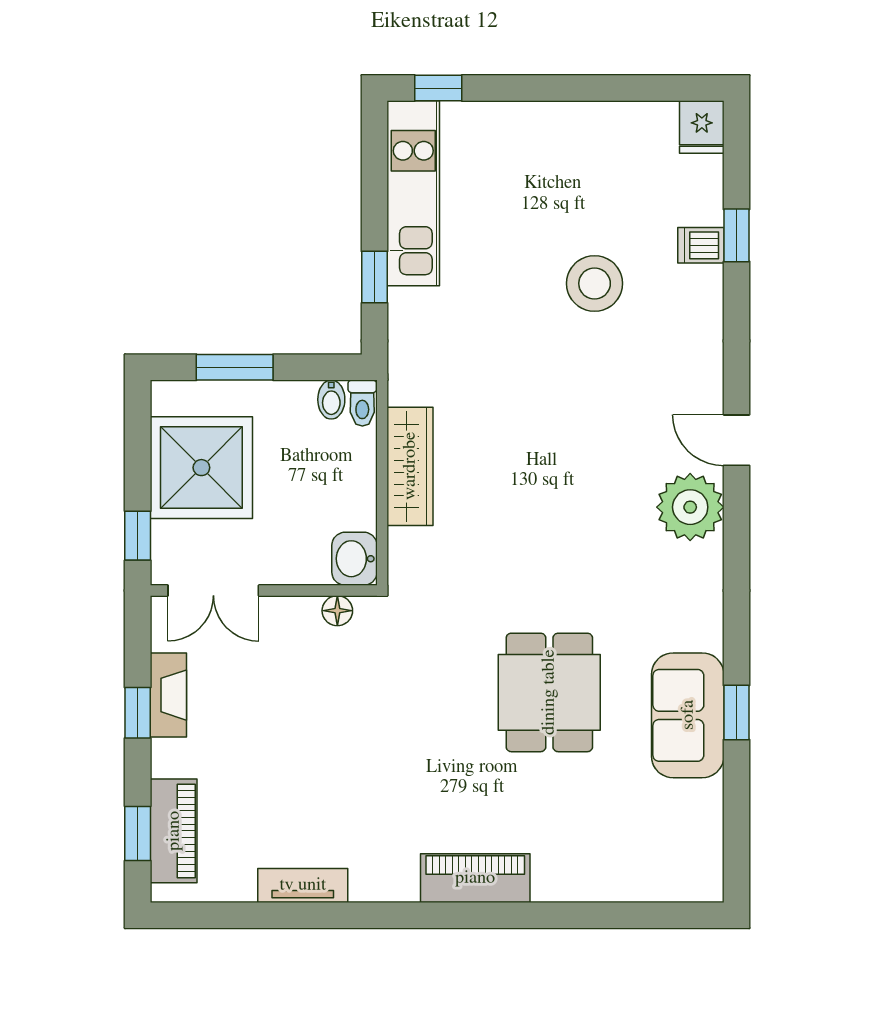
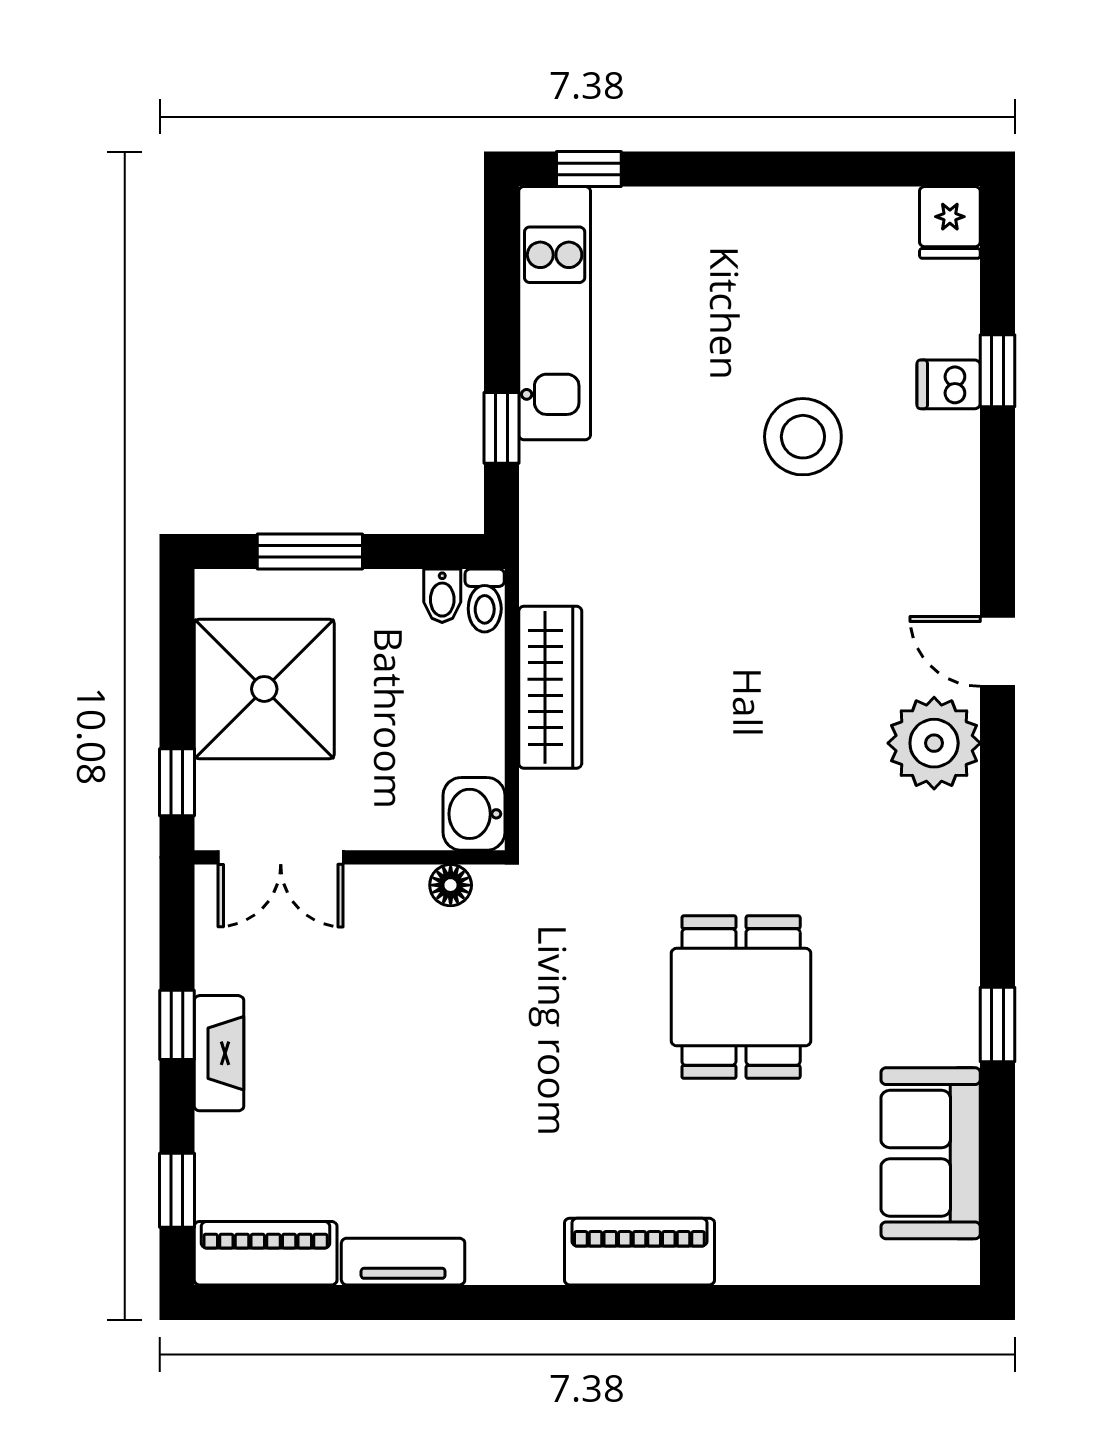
fireplace: (168, 695) -> (219, 1053), moved
sofa: (688, 715) -> (931, 1153), moved
piano: (174, 831) -> (266, 1253), moved, turned -90

